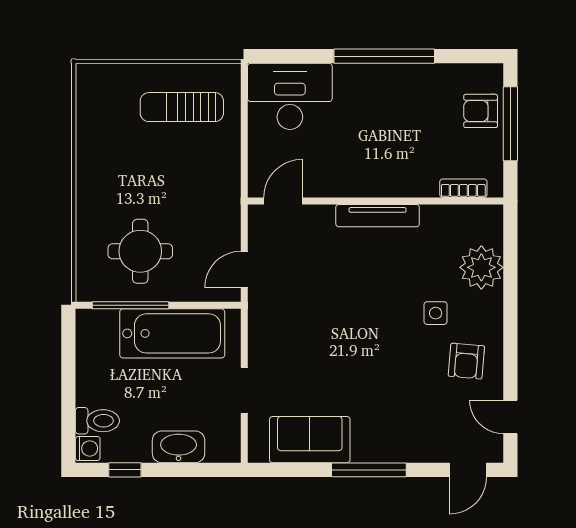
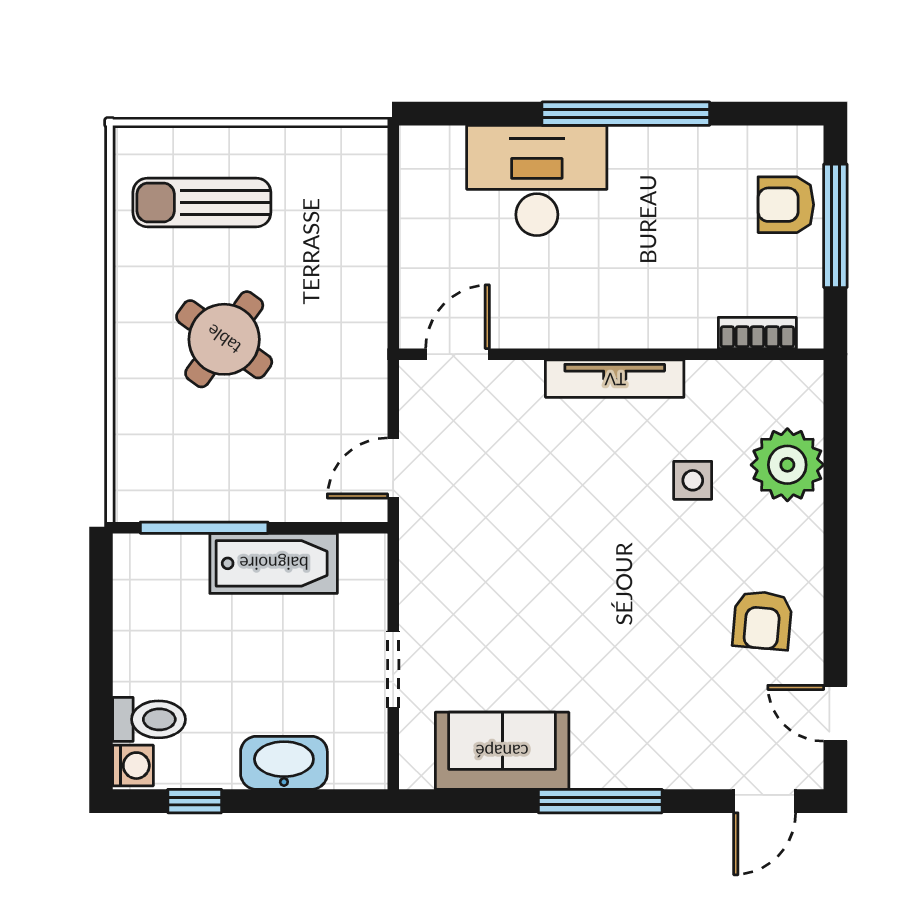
desk: (290, 96) -> (537, 180), moved
sun lounger: (182, 107) -> (202, 202), moved
round table: (140, 251) -> (224, 339), moved, turned 36
side table: (436, 313) -> (693, 480), moved
bathtub: (172, 333) -> (274, 563), width x0.73, depth x0.73

